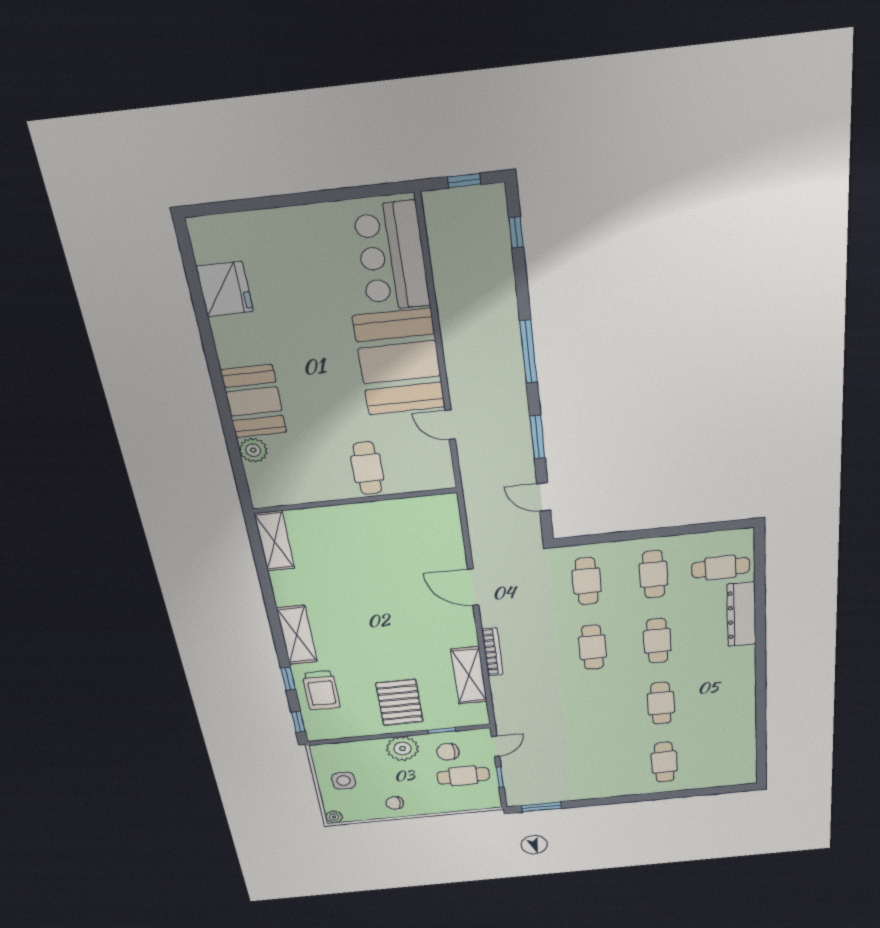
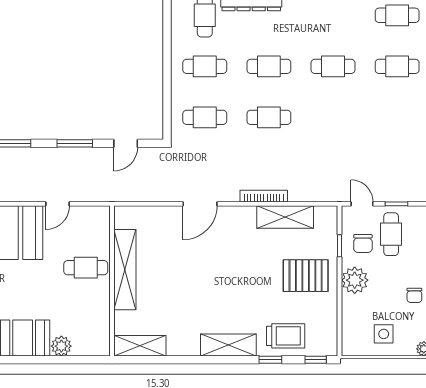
shelving: (373, 514) -> (125, 270), added
cafe table: (725, 756) -> (397, 15), added

